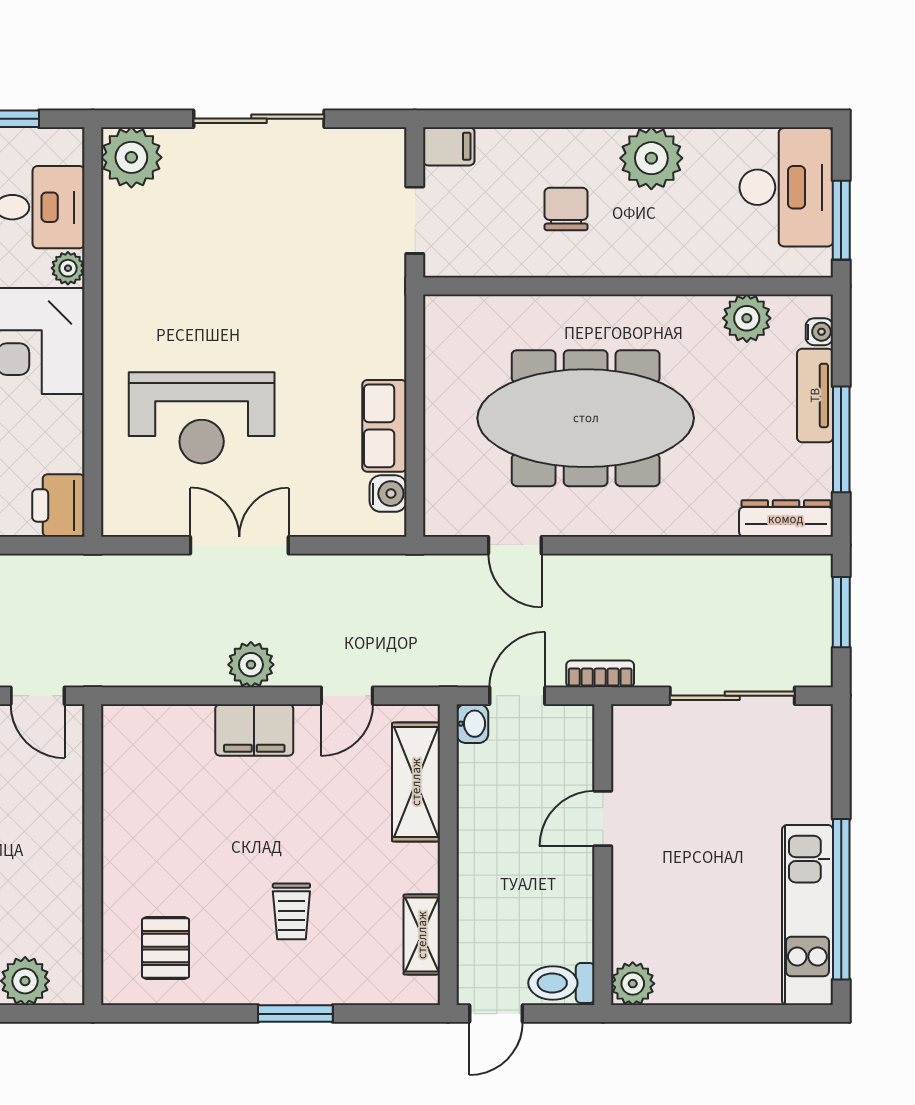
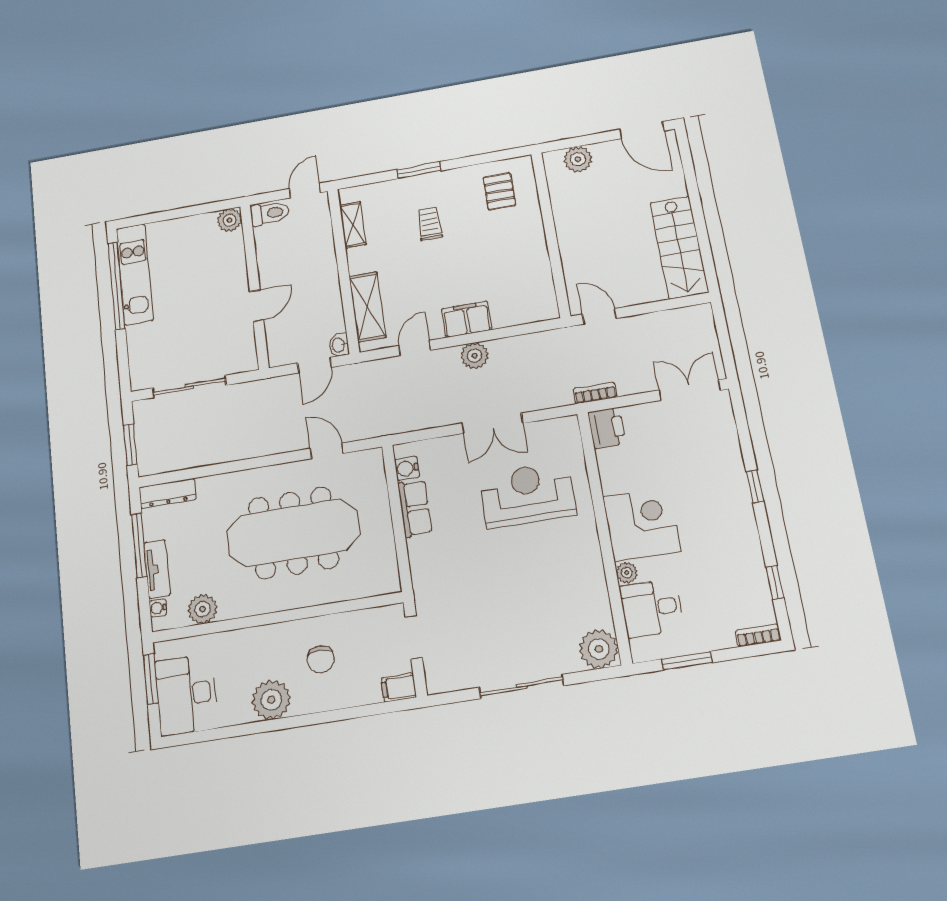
bookcase: (600, 674) -> (595, 393), moved, turned 180

